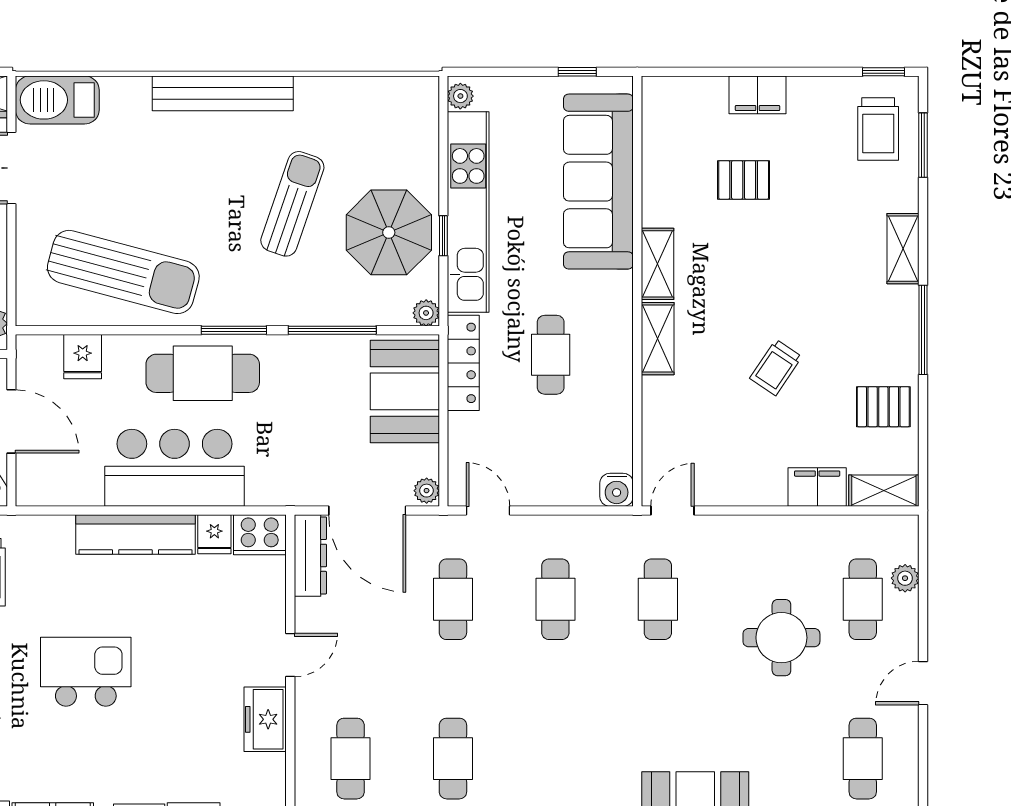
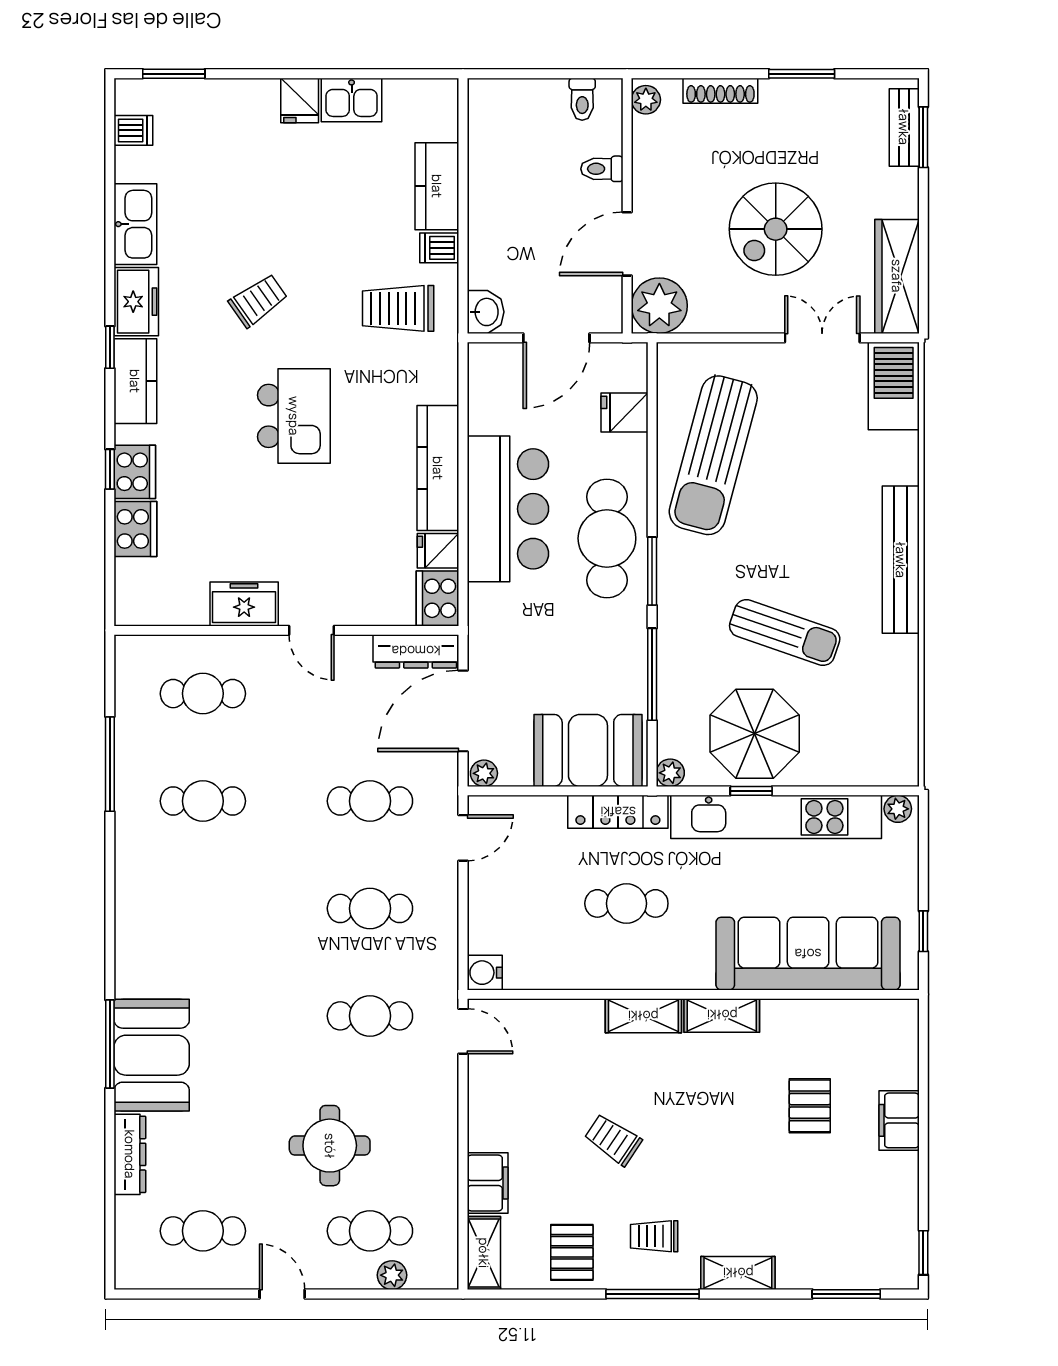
trolley: (878, 129) -> (654, 1236), moved, width x0.73, depth x0.72

